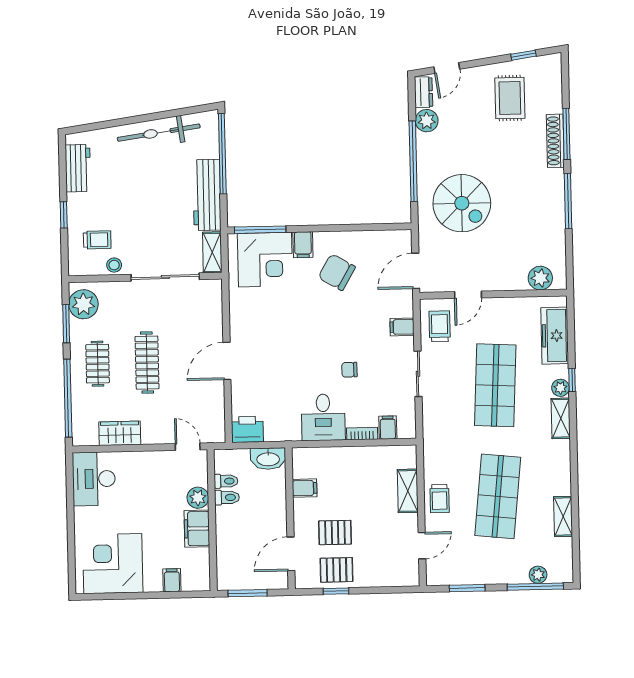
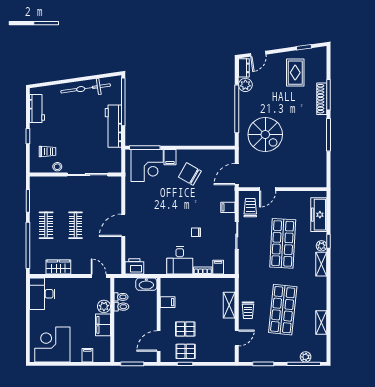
shelving: (212, 252) -> (116, 160), removed
plant: (540, 278) -> (311, 180), removed
plant: (83, 304) -> (38, 190), removed
clothes rail: (147, 363) -> (76, 225), width x0.73

